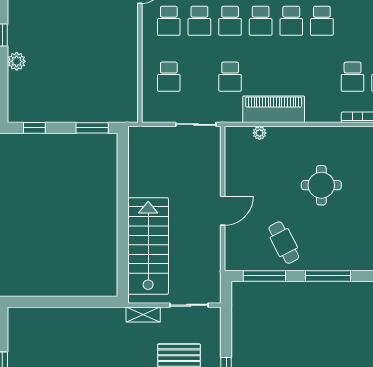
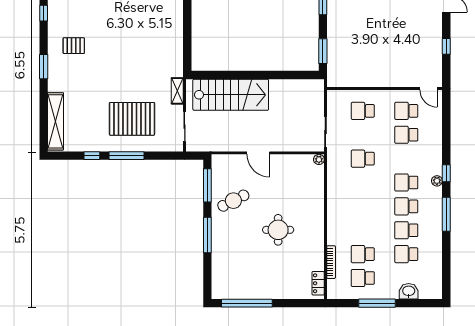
school desk: (230, 21) -> (406, 254), moved
piano: (274, 109) -> (337, 193), removed
plant: (260, 133) -> (319, 159), moved

